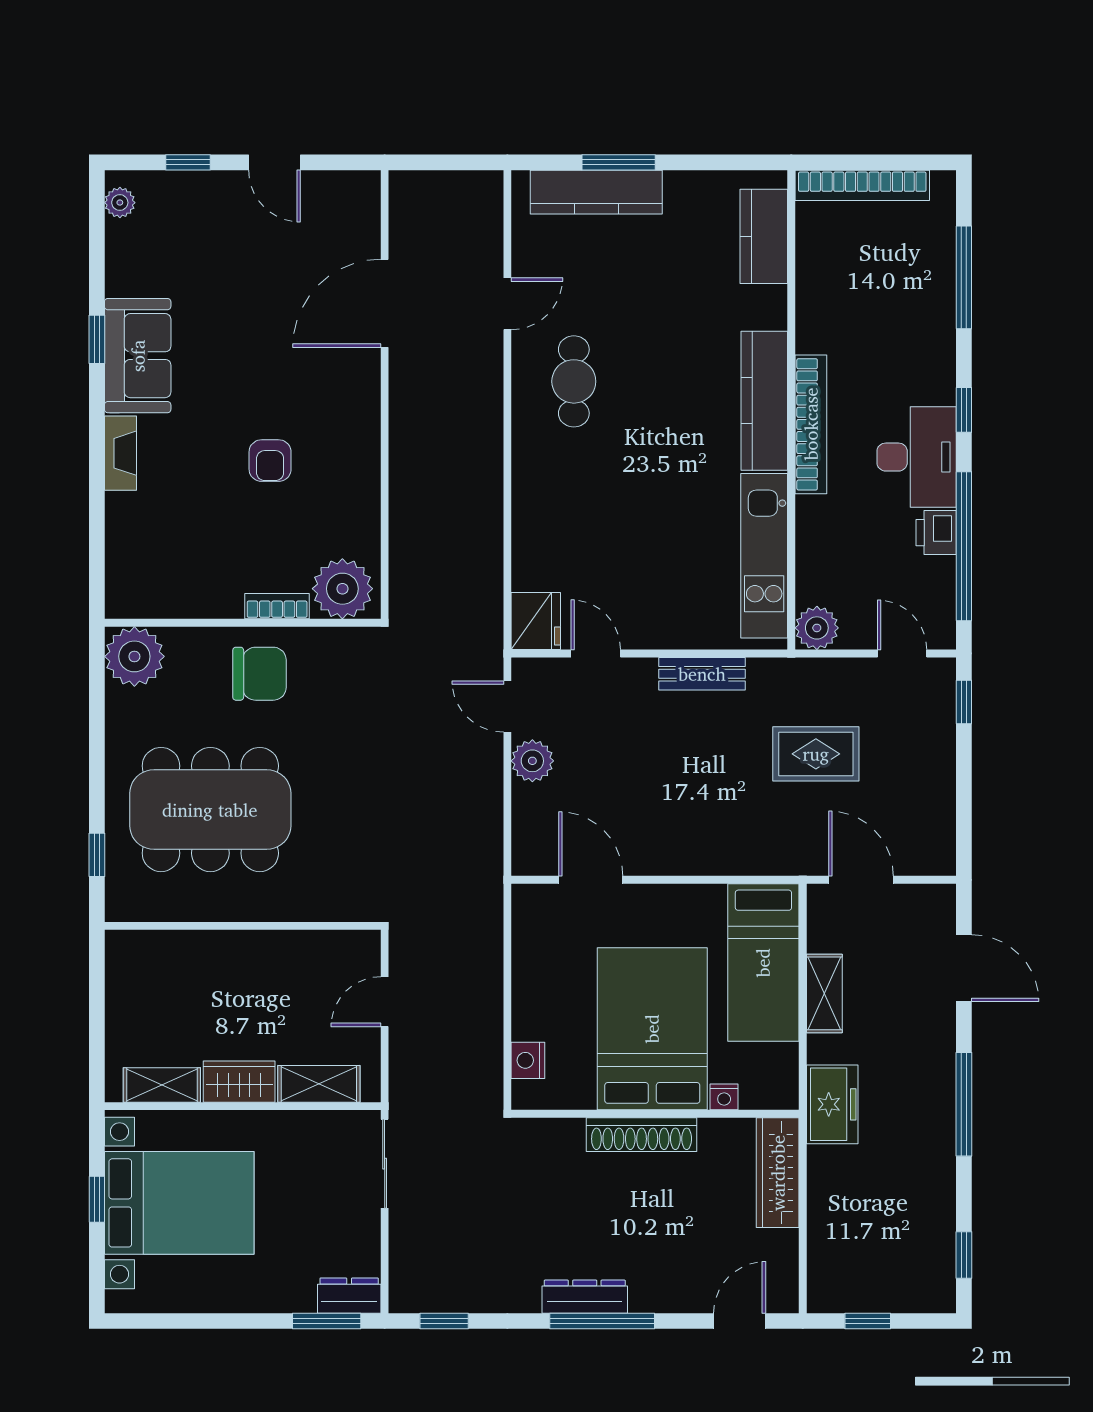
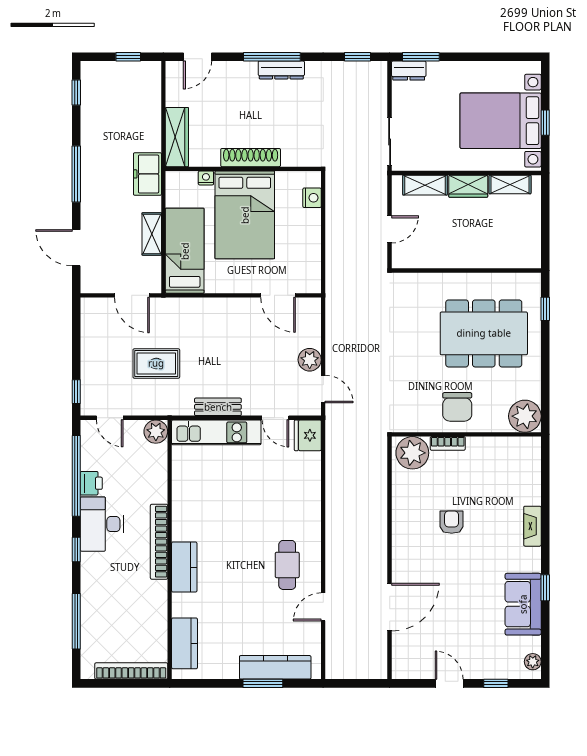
sofa: (138, 356) -> (523, 604), moved
kitchen counter: (764, 401) -> (184, 567), width x0.67
kitchen unit: (764, 556) -> (216, 432), moved, turned 90
chair: (260, 674) -> (457, 407), turned -90

